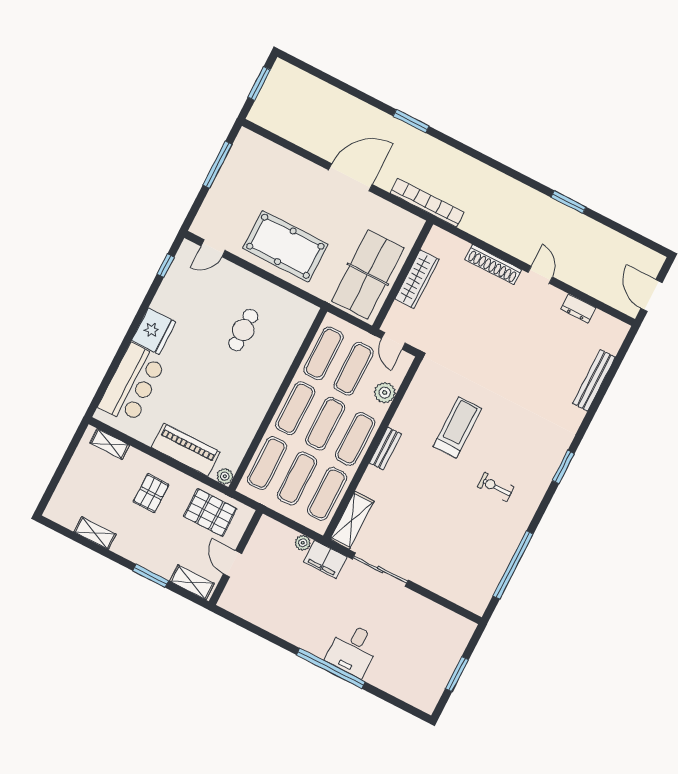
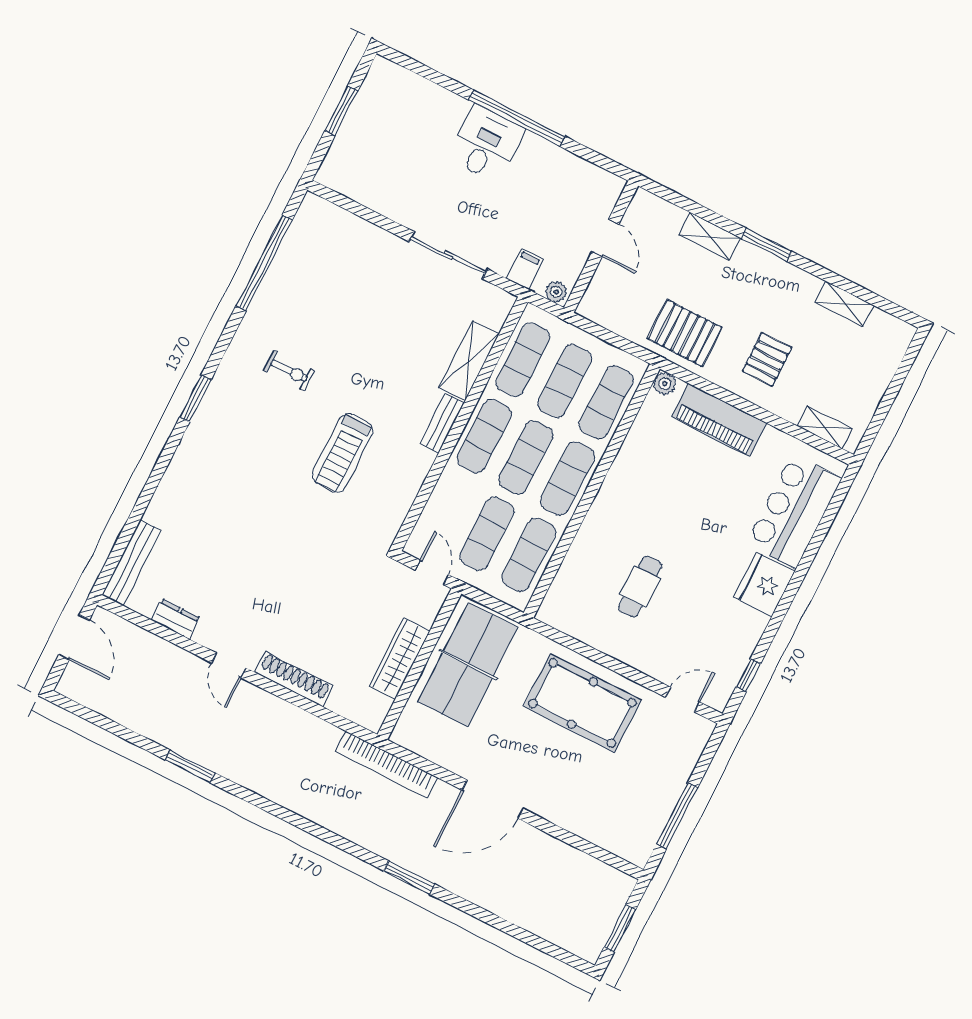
bench: (594, 380) -> (131, 563), moved
plant: (385, 393) -> (444, 501), removed
shelving: (352, 520) -> (469, 361), moved
wall: (236, 557) -> (601, 247), moved
filing cabinet: (325, 559) -> (525, 269), width x0.50
door: (233, 564) -> (605, 238), moved

